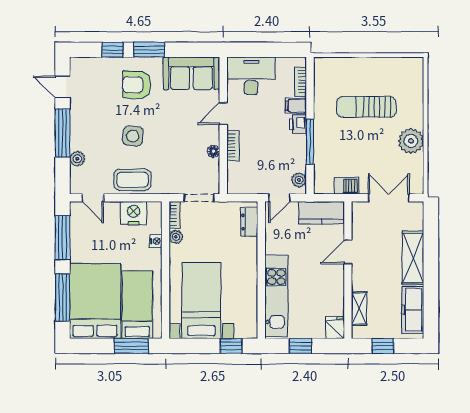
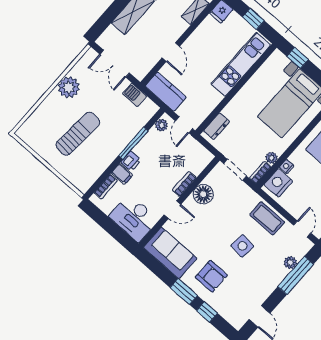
sun lounger: (366, 107) -> (78, 134), turned -86
window: (63, 133) -> (296, 275), moved
floor lamp: (213, 151) -> (203, 194), width x1.89, depth x1.89
door: (279, 198) -> (184, 125), swing flipped
nightstand: (134, 213) -> (278, 183), moved, turned 90
door: (348, 252) -> (171, 52), hinge flipped

